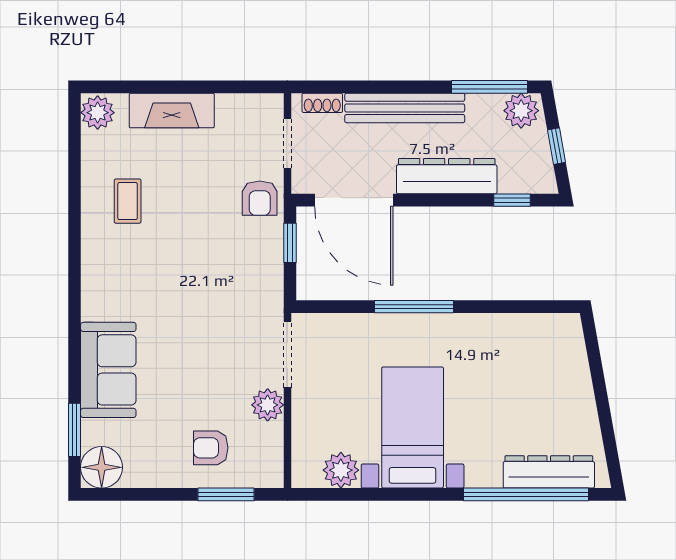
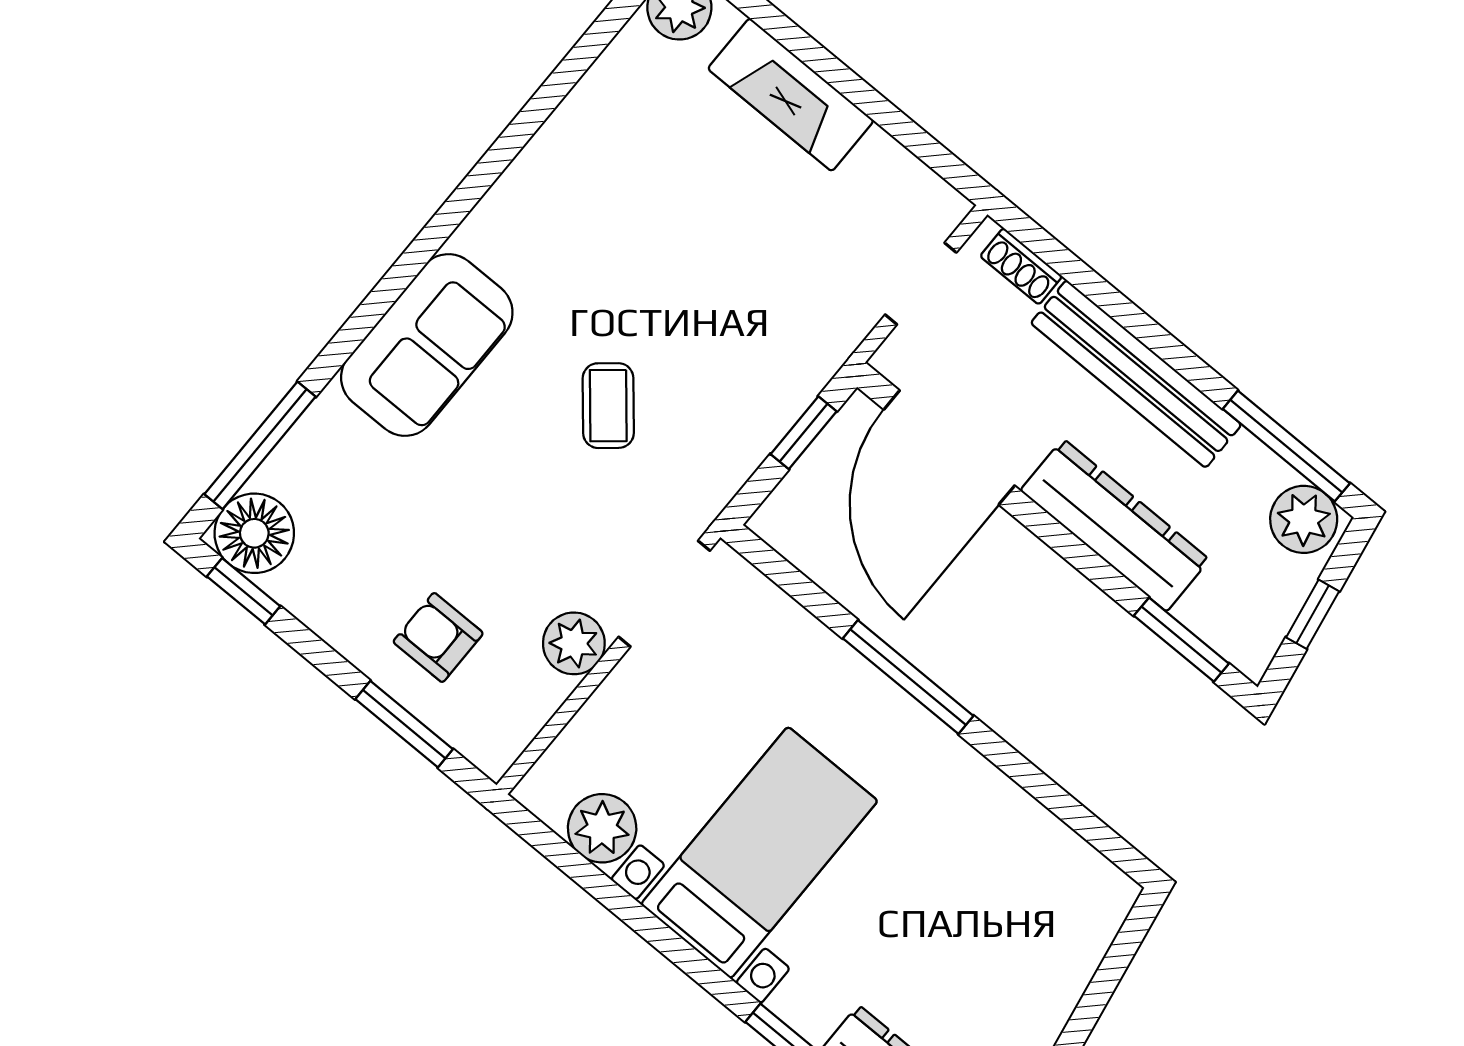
armchair: (260, 198) -> (813, 330), removed
window: (512, 200) -> (1181, 640), width x1.50
coffee table: (128, 201) -> (608, 406), moved, turned -40
sofa: (108, 370) -> (427, 345), moved
window: (75, 430) -> (260, 445), width x1.44
window: (117, 494) -> (244, 591), added

